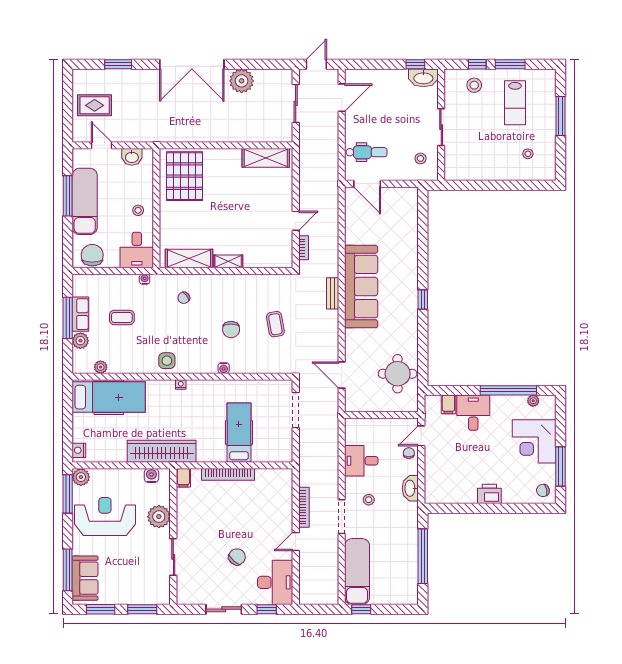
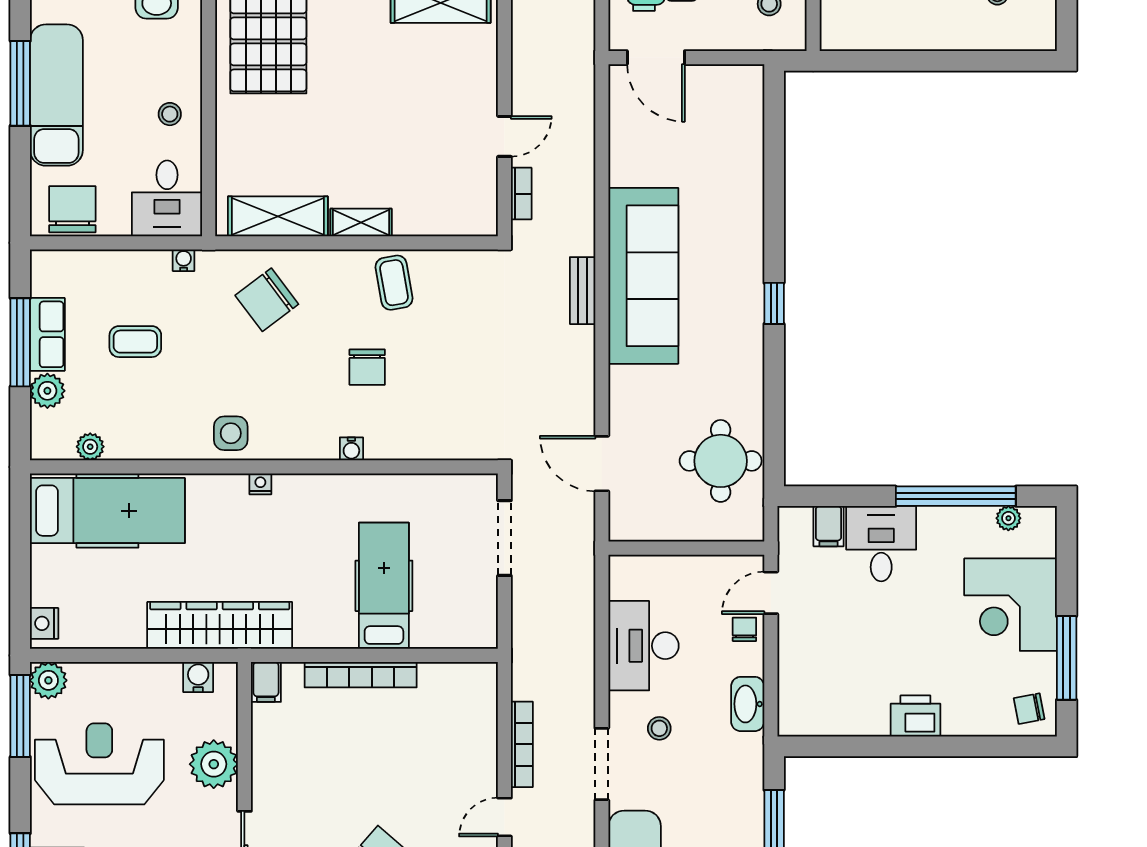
chair: (184, 298) -> (267, 300), width x1.87, depth x1.87
coffee table: (275, 324) -> (394, 283), moved
desk: (361, 461) -> (644, 646), width x1.37

